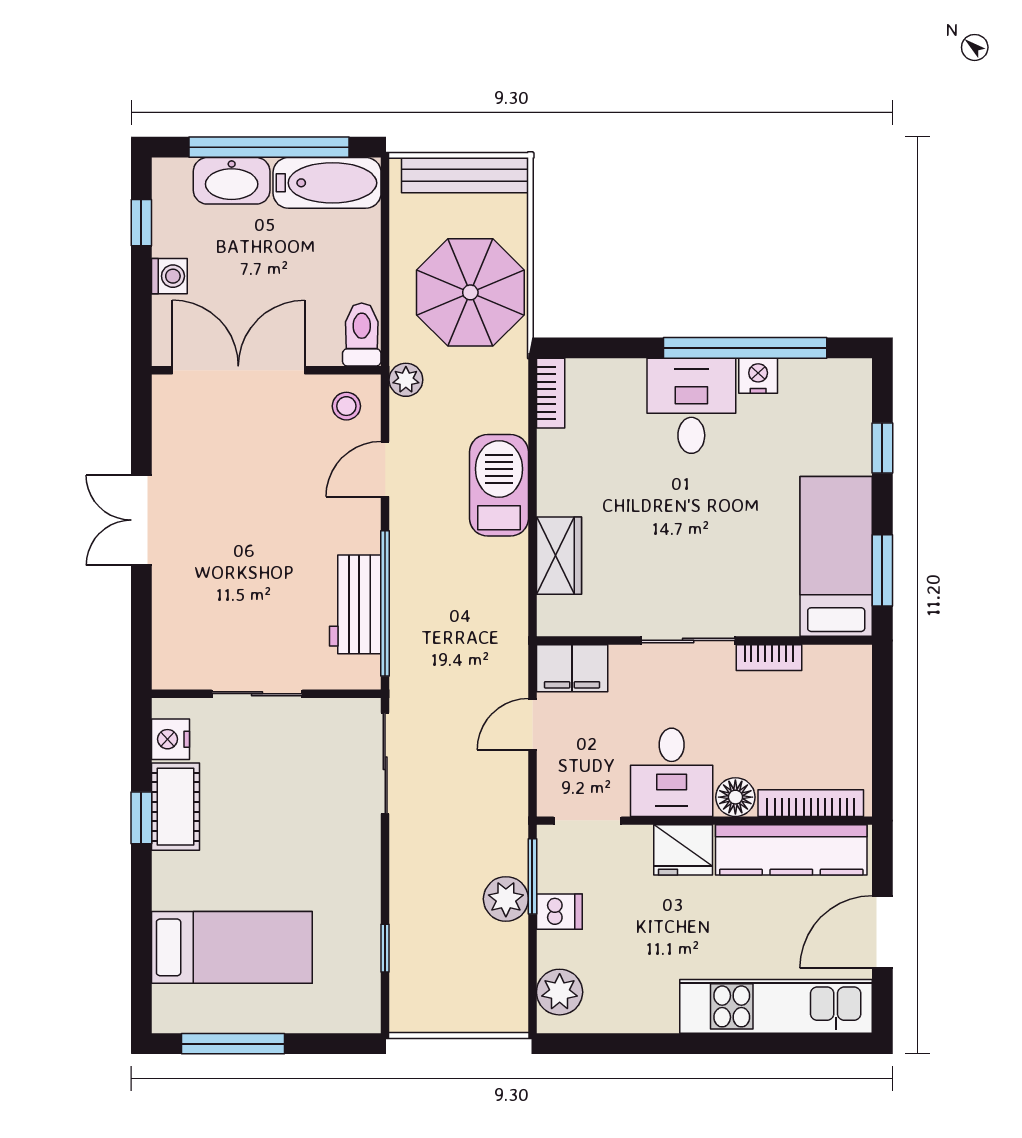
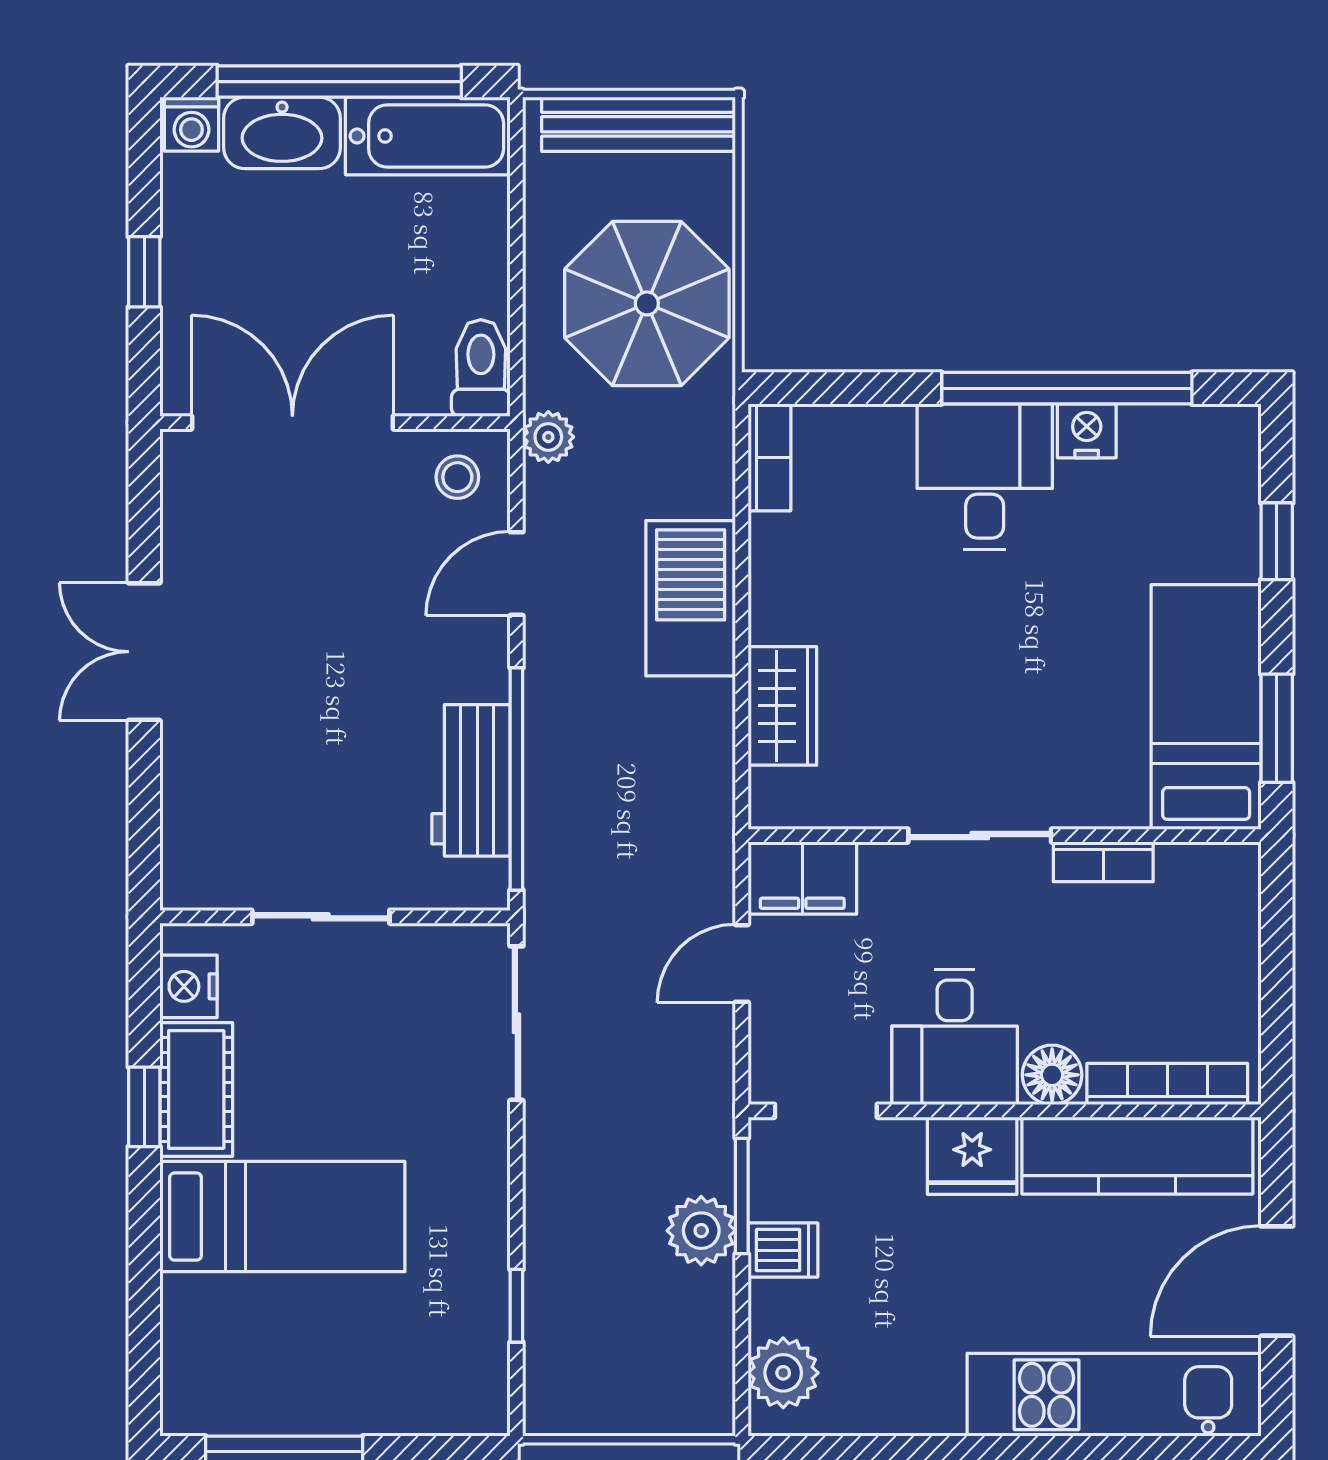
window: (141, 223) -> (144, 272), moved
washing machine: (169, 276) -> (191, 124), moved, turned 90
bed: (232, 947) -> (282, 1217), moved

